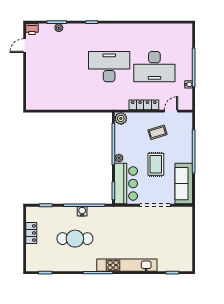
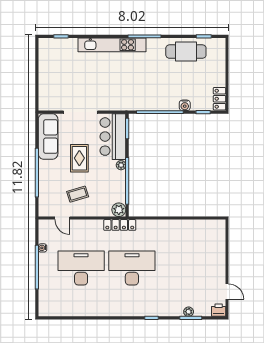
door: (25, 46) -> (227, 292), hinge flipped
desk: (109, 67) -> (132, 268), turned 180
locker: (144, 105) -> (120, 225), moved
door: (171, 111) -> (62, 218), hinge flipped
water cooler: (82, 211) -> (185, 105), moved
locker: (31, 233) -> (219, 99), moved
cafe table: (75, 239) -> (186, 52), moved

